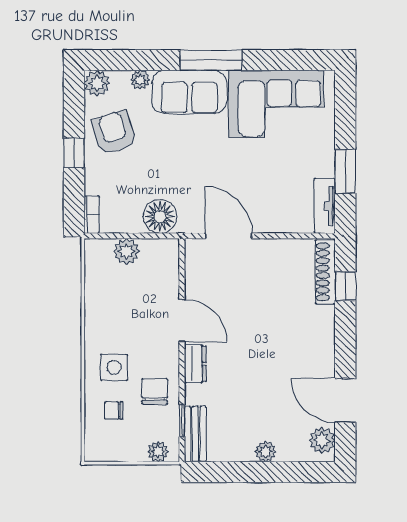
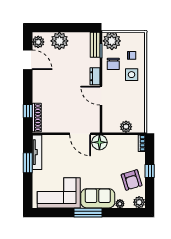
tv unit: (325, 206) -> (37, 152), width x1.41
floor lamp: (160, 217) -> (99, 142), moved
plant: (158, 452) -> (112, 41), width x1.87, depth x1.87
plant: (265, 452) -> (59, 41), width x1.87, depth x1.87

